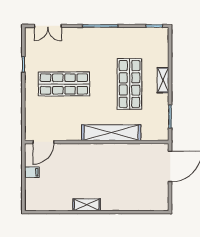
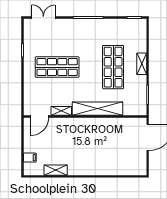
double door: (48, 26) -> (43, 18), swing flipped
shelving: (69, 135) -> (61, 111), added
filing cabinet: (32, 172) -> (30, 158), moved
shelving: (87, 205) -> (56, 170), moved

